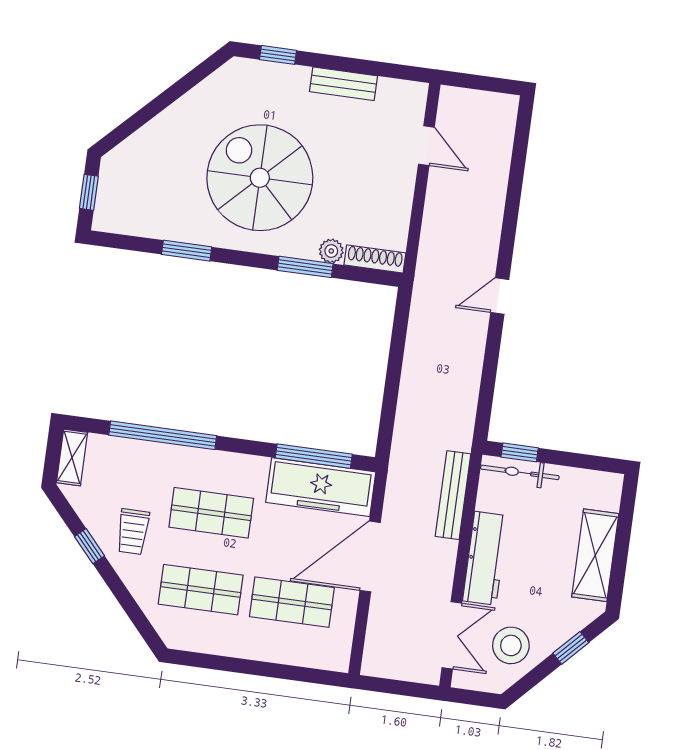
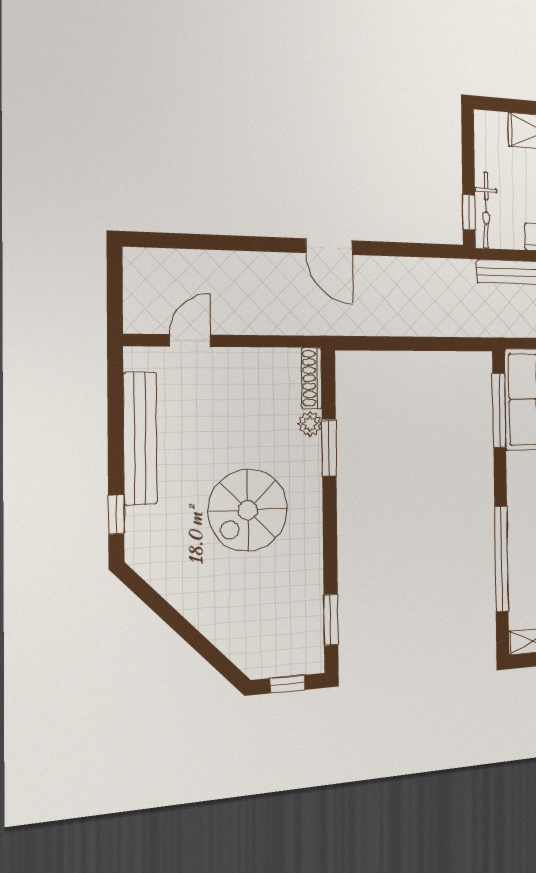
bench: (344, 84) -> (140, 438), width x1.86, depth x1.21
spiral stairs: (260, 178) -> (248, 510), width x0.73, depth x0.73
window: (187, 251) -> (331, 620), moved
door: (500, 296) -> (329, 247), width x1.38

